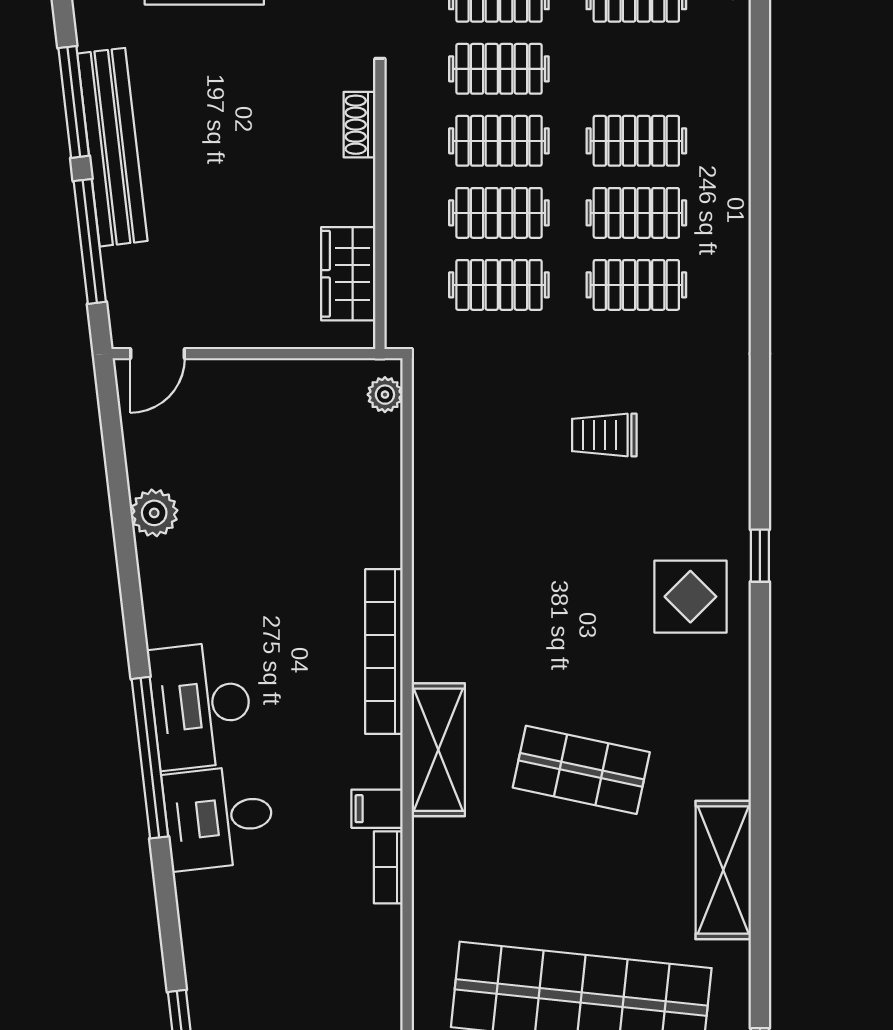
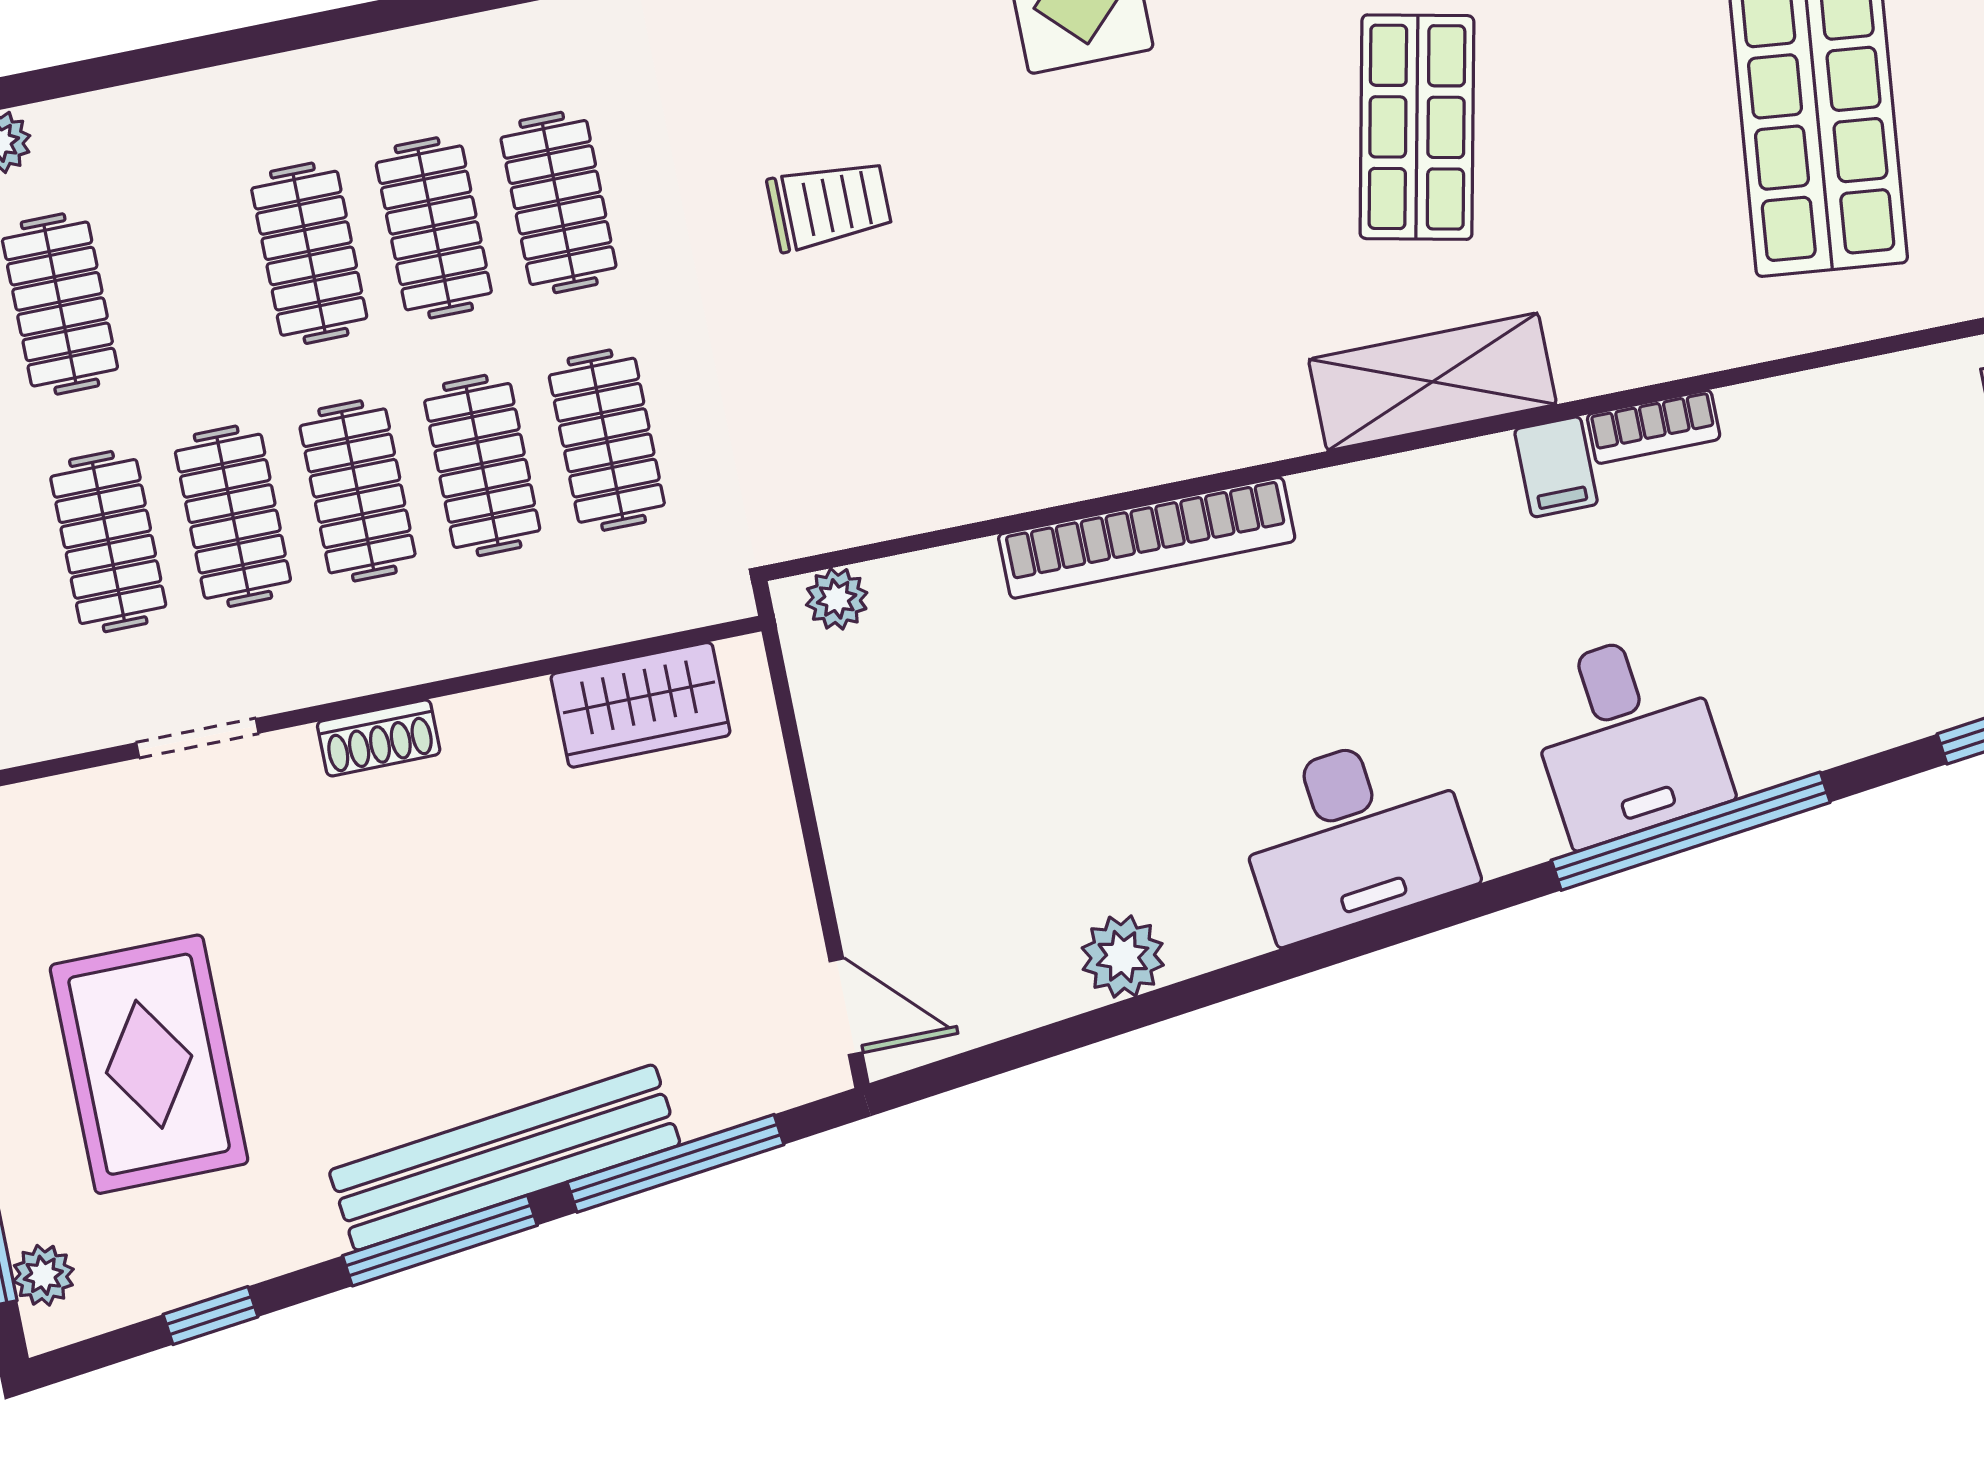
trolley: (604, 435) -> (829, 205), turned -90
bookcase: (384, 652) -> (1147, 538), moved
desk: (201, 705) -> (1354, 835), moved
window: (150, 758) -> (1691, 831), moved

